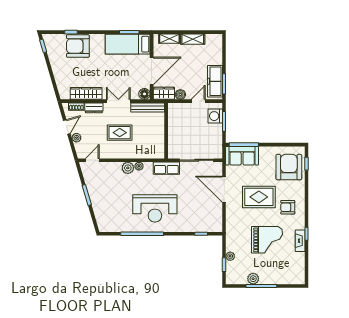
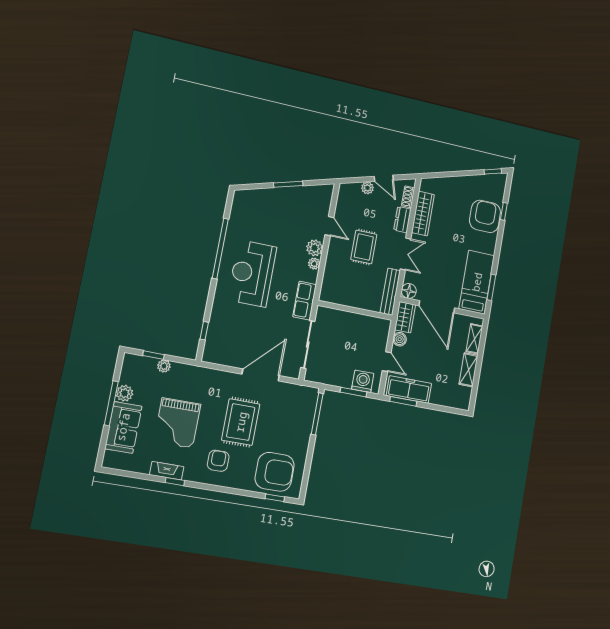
sofa: (242, 156) -> (123, 427), moved, turned 180
door: (92, 160) -> (329, 226), moved

